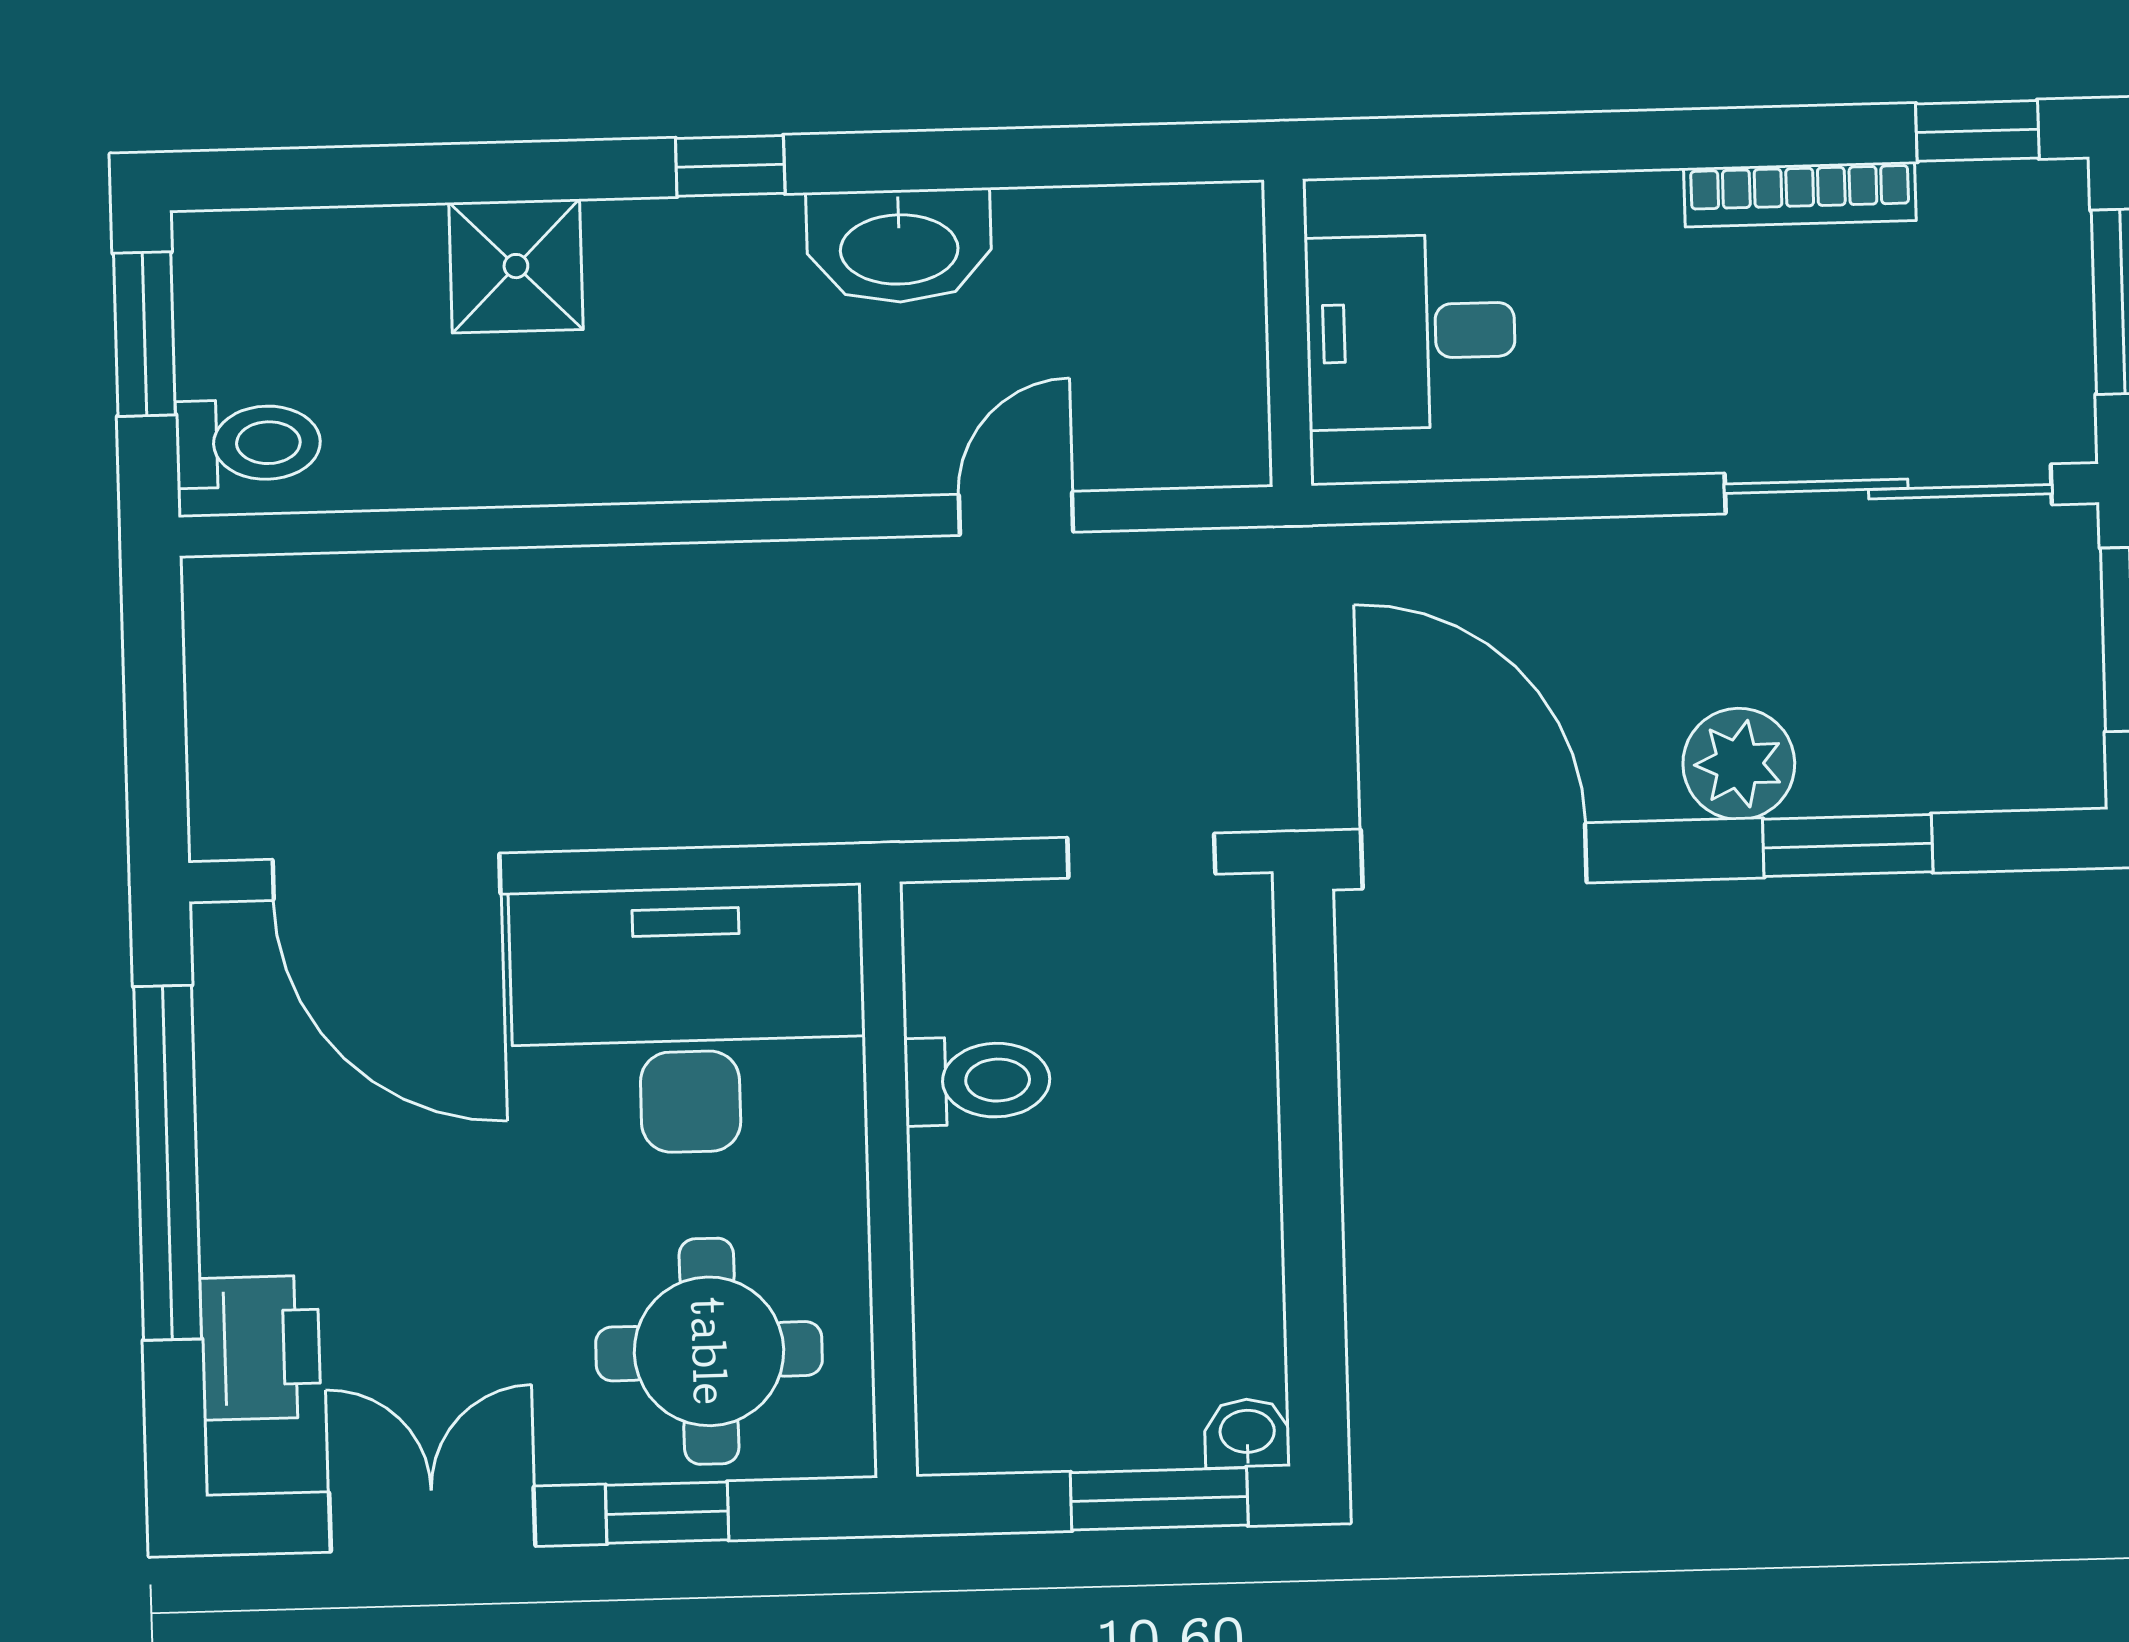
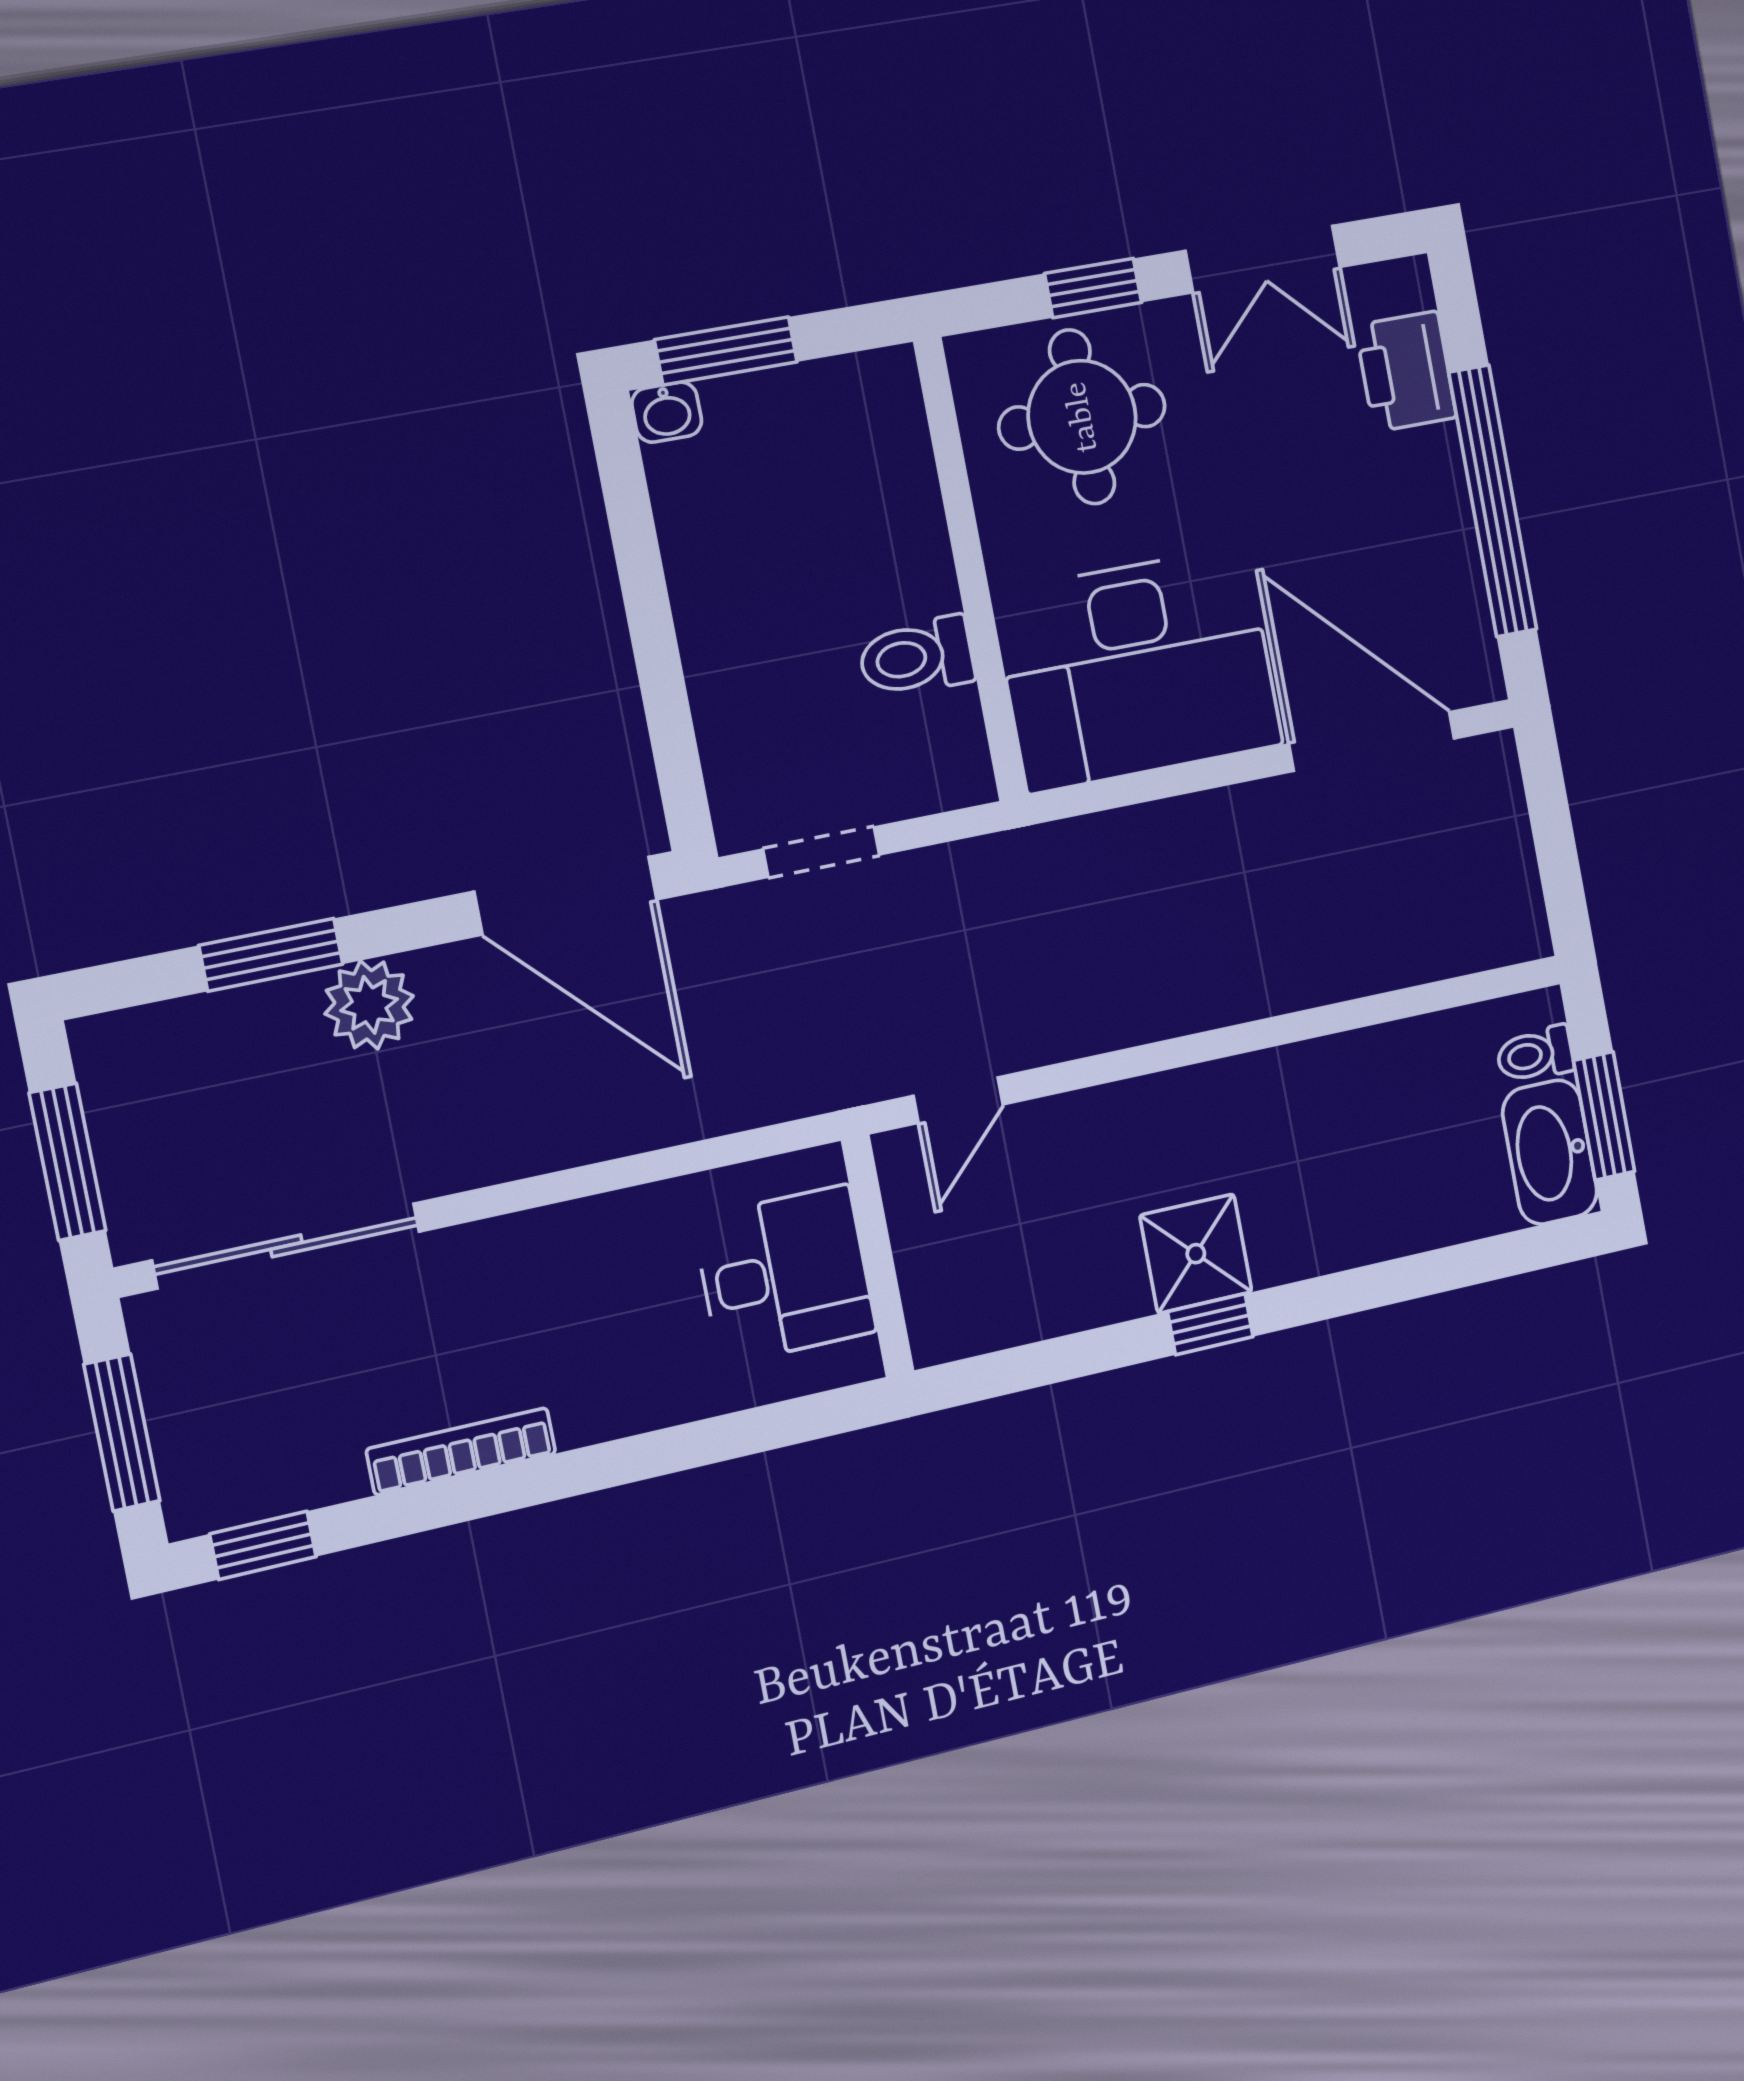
bookcase: (1800, 194) -> (461, 1451), moved
washbasin: (899, 246) -> (1550, 1152), moved, turned -90
shower: (516, 266) -> (1196, 1254), moved
desk: (1411, 332) -> (785, 1275), moved
wall: (1288, 333) -> (878, 1256), moved
toilet: (248, 443) -> (1535, 1054), width x0.73, depth x0.72

